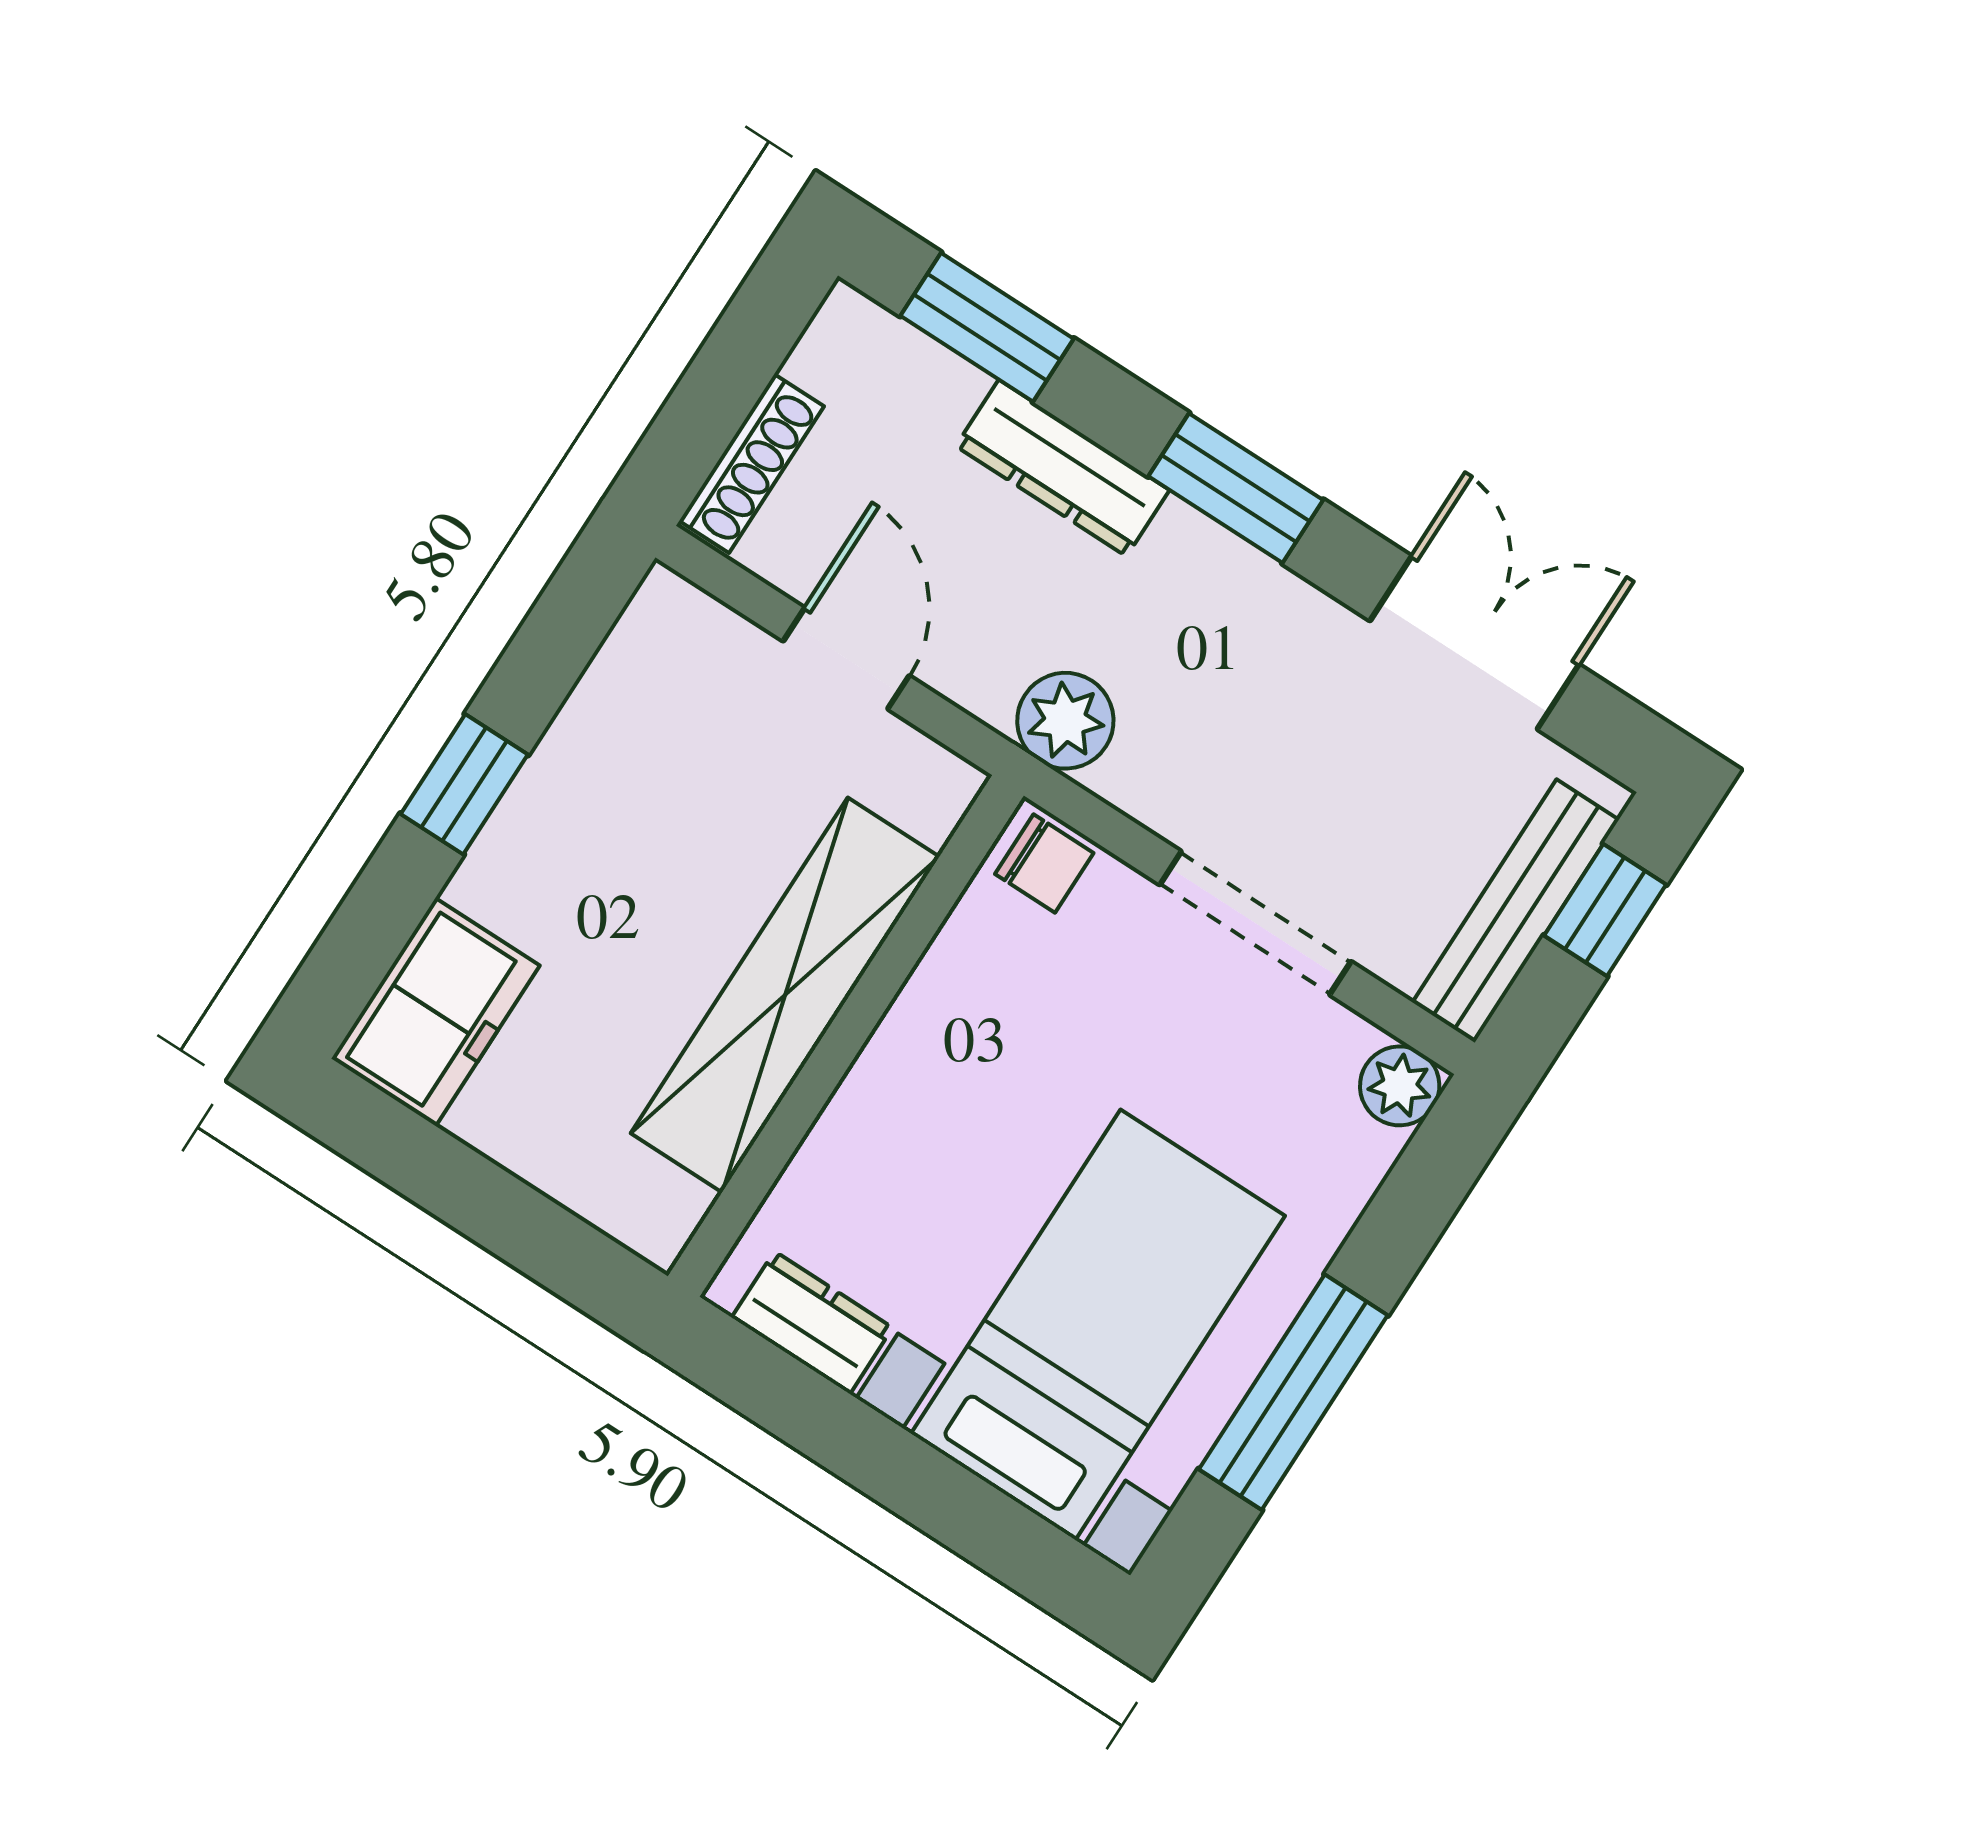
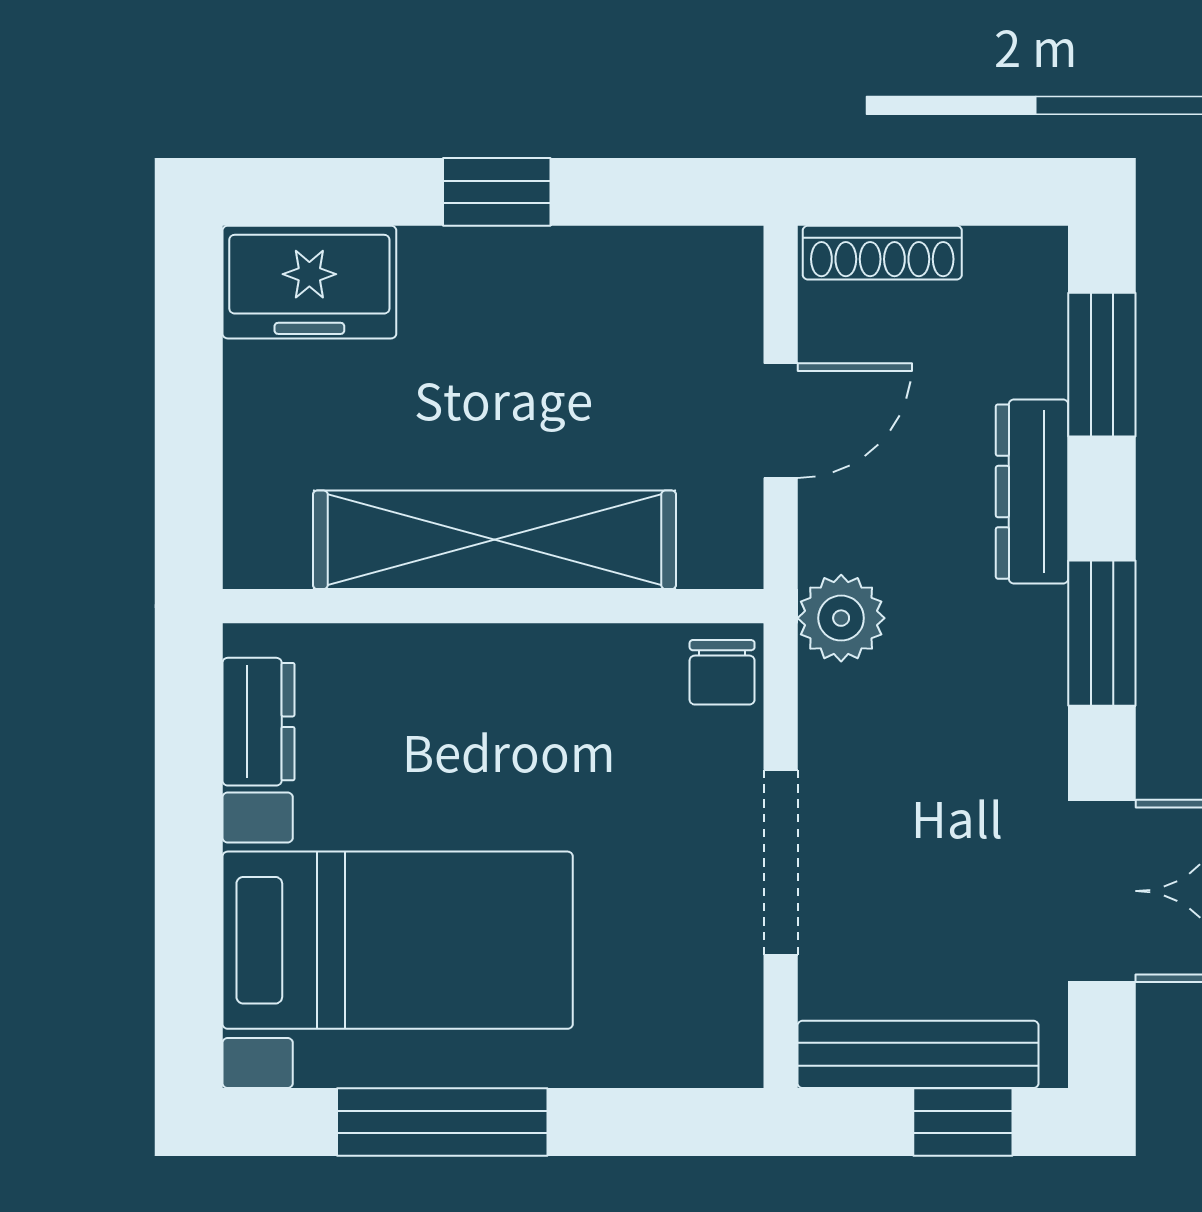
plant: (1400, 1086) -> (728, 1052), removed

